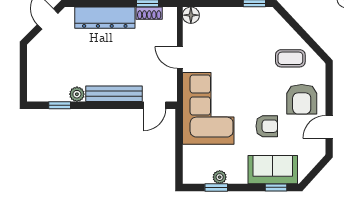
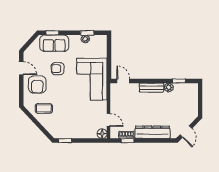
door: (180, 57) -> (109, 120), moved
bench: (114, 94) -> (151, 88), width x0.73
armchair: (302, 99) -> (37, 84), turned 180
door: (155, 105) -> (123, 81), hinge flipped
door: (329, 127) -> (21, 68), hinge flipped

